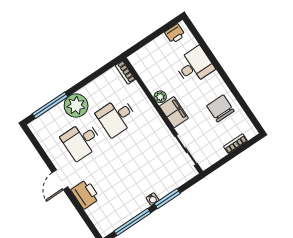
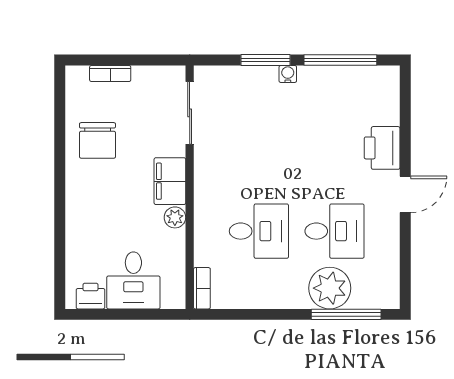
desk: (194, 66) -> (133, 280), moved, turned -90
plant: (76, 106) -> (330, 288), moved

